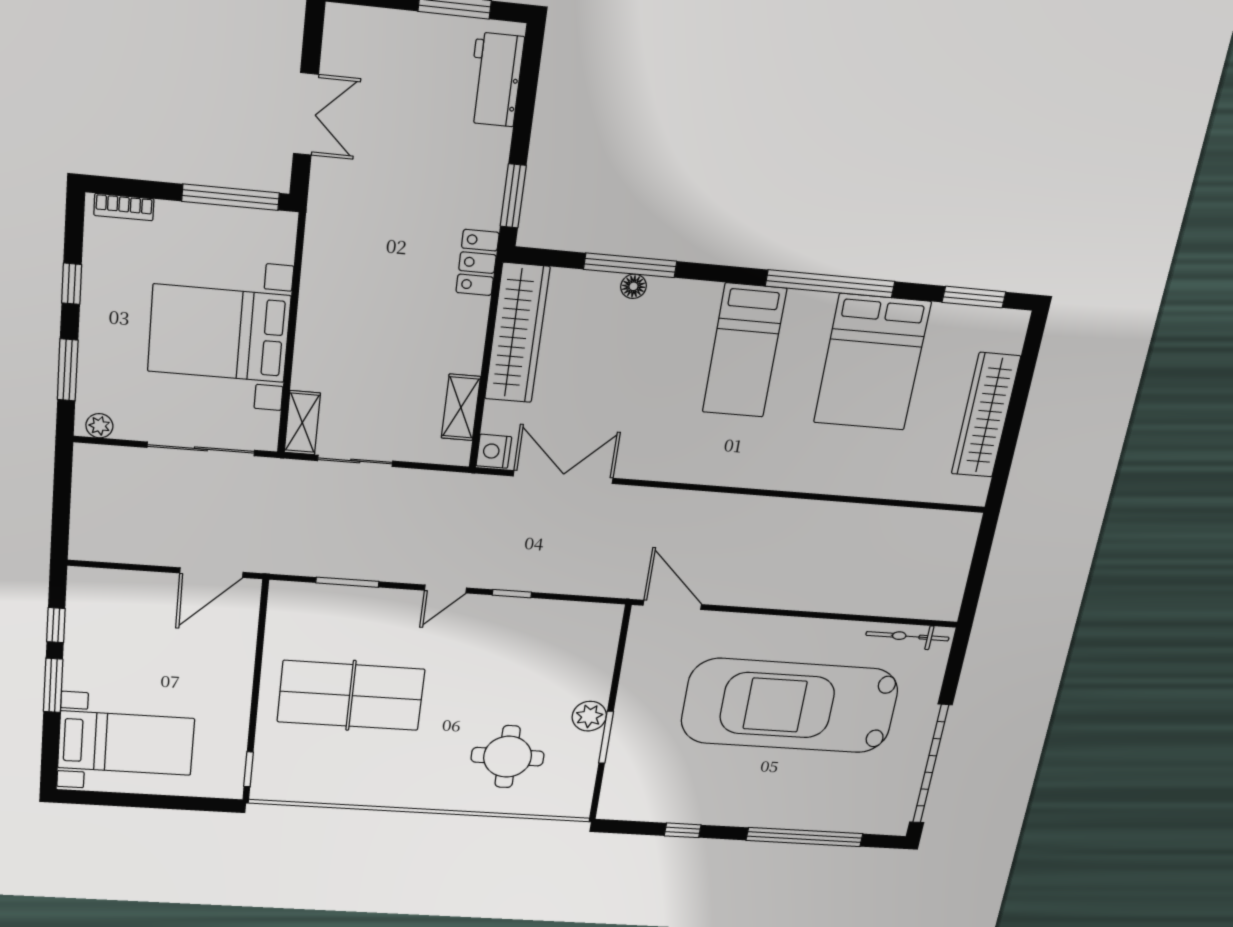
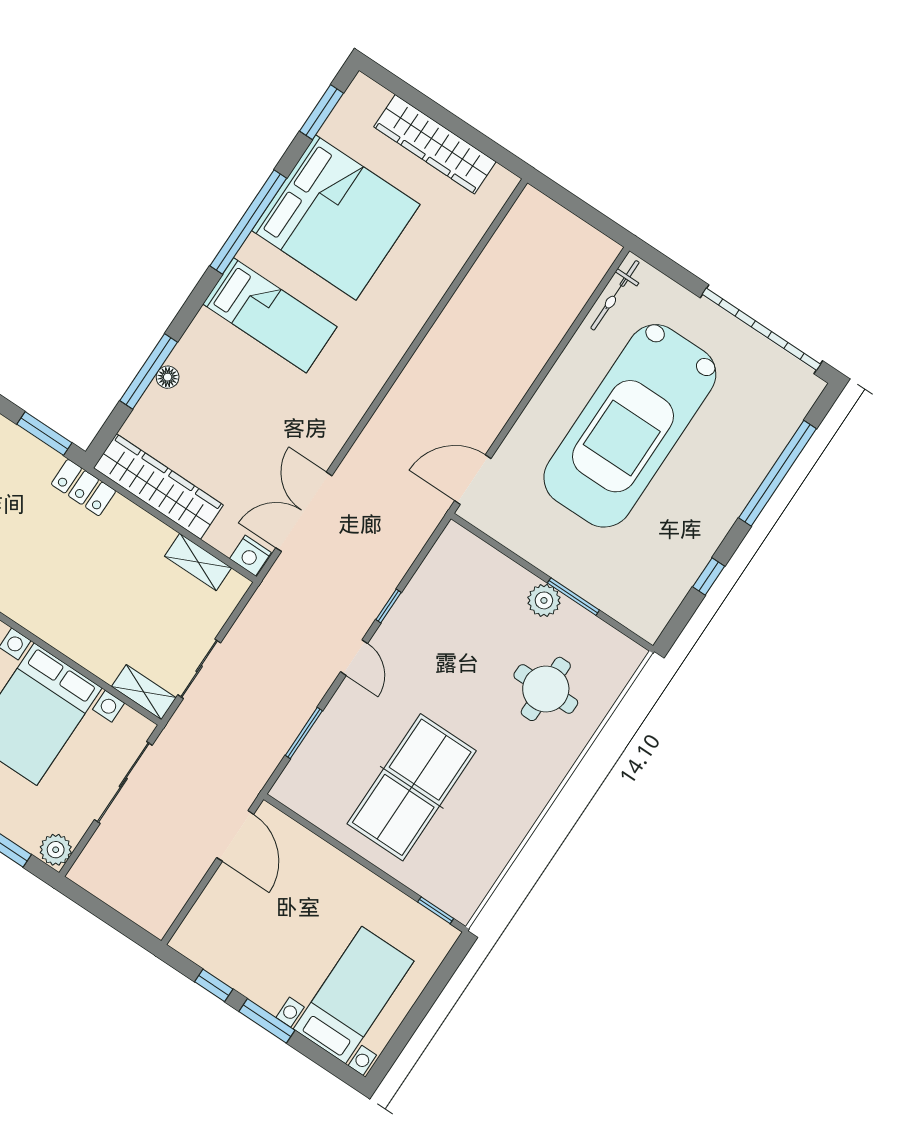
bed: (872, 362) -> (336, 218), width x1.36
plant: (99, 426) -> (56, 850), width x1.38, depth x1.38

